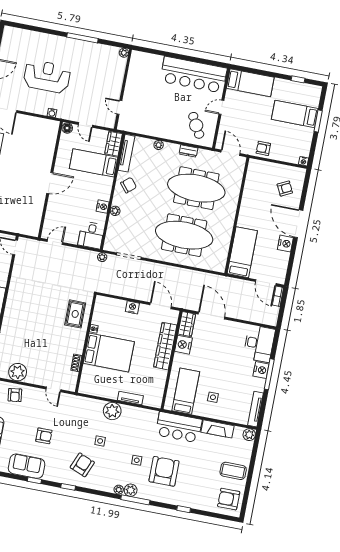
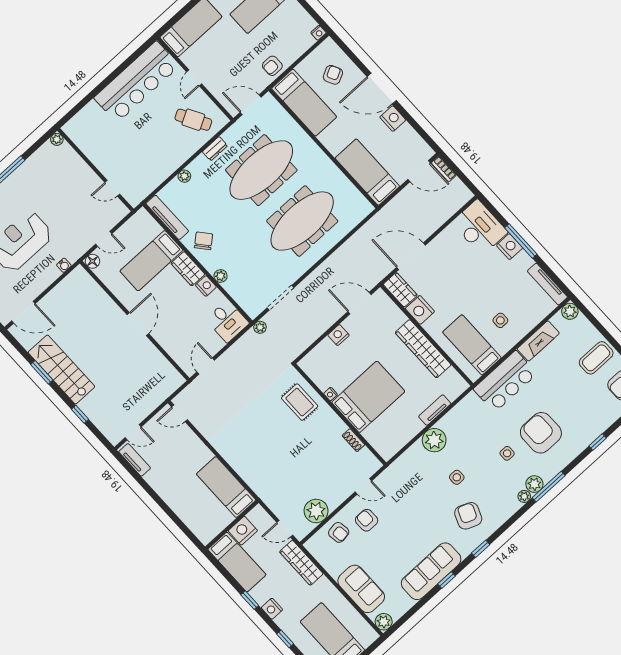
wardrobe: (114, 144) -> (188, 269), moved
bed: (255, 184) -> (304, 103), added
wardrobe: (165, 346) -> (423, 349), moved
armchair: (44, 436) -> (367, 520), moved, turned -90
sofa: (27, 466) -> (431, 571), width x1.36

